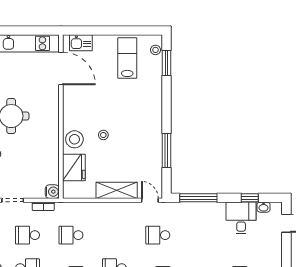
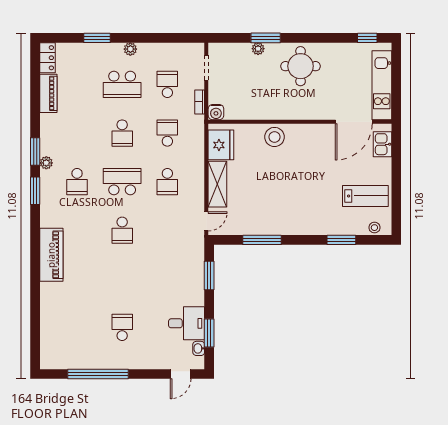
window: (166, 63) -> (341, 240), moved
stool: (103, 135) -> (279, 169), removed
fridge: (74, 167) -> (221, 145), moved, turned -90
window: (198, 198) -> (209, 276), width x0.69
window: (250, 198) -> (209, 333), width x1.50
school desk: (158, 235) -> (167, 182), moved, turned 180

